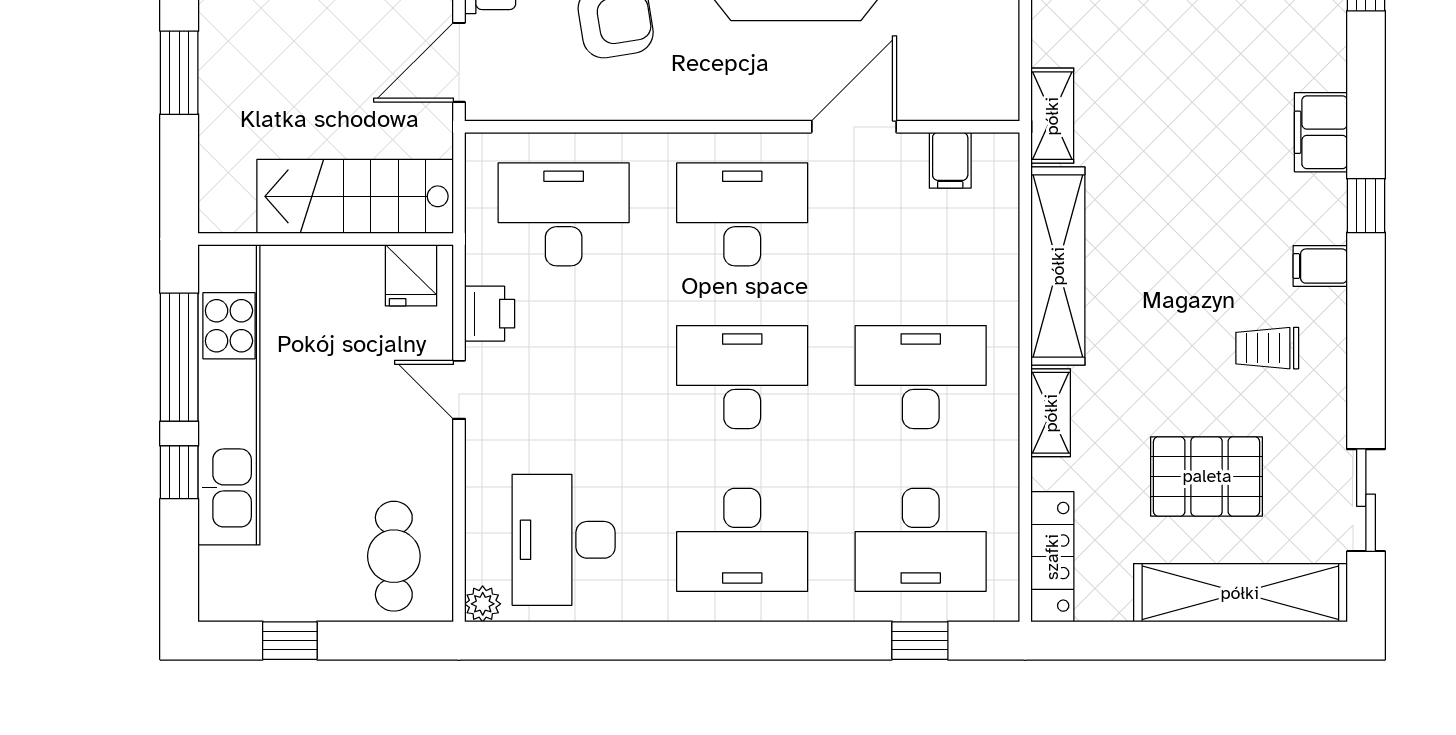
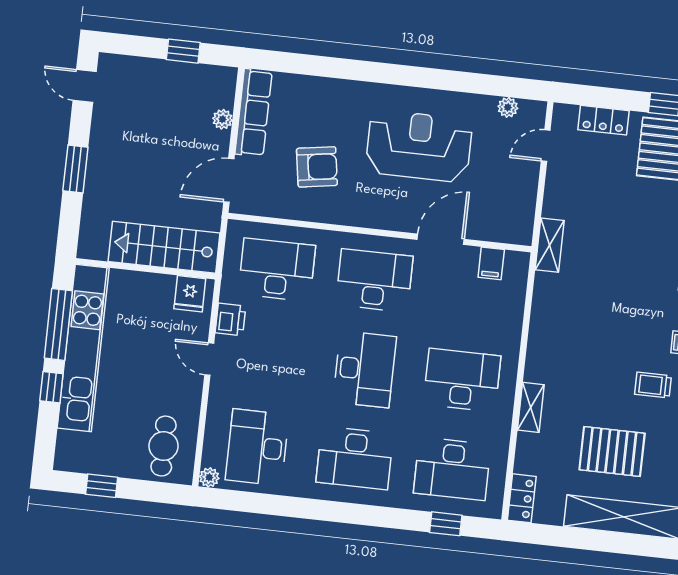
shelving: (1058, 266) -> (544, 328), removed
desk: (742, 377) -> (365, 369), turned 90
locker: (1052, 557) -> (522, 498), width x0.66

